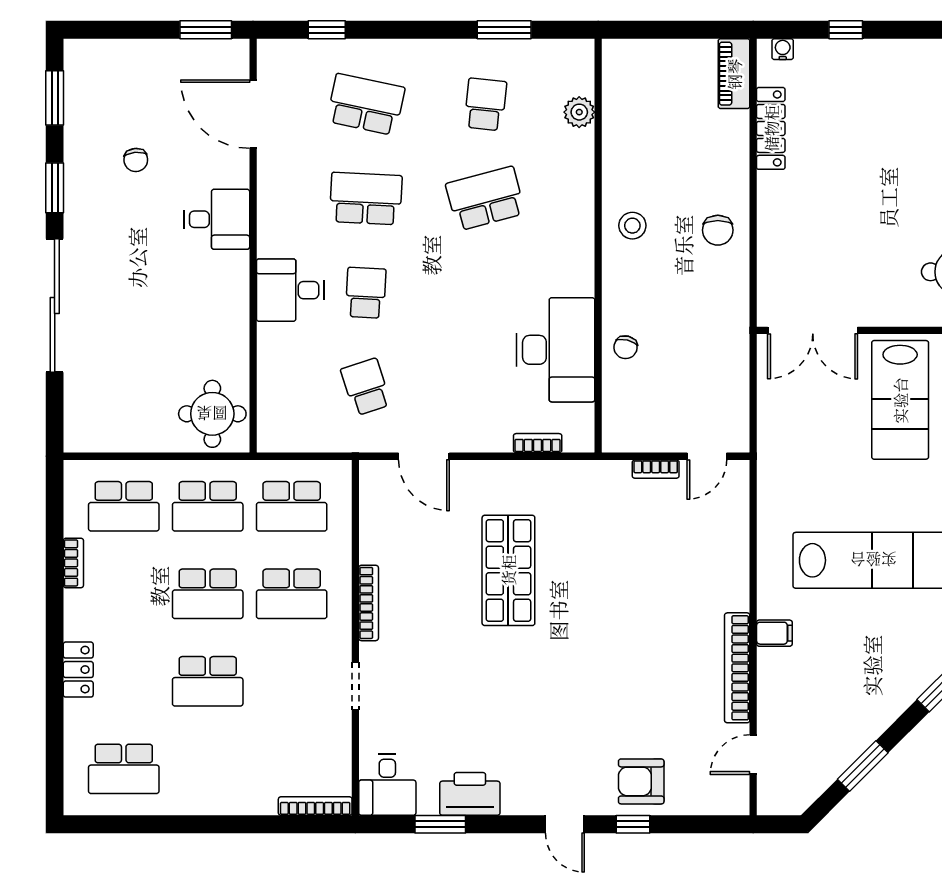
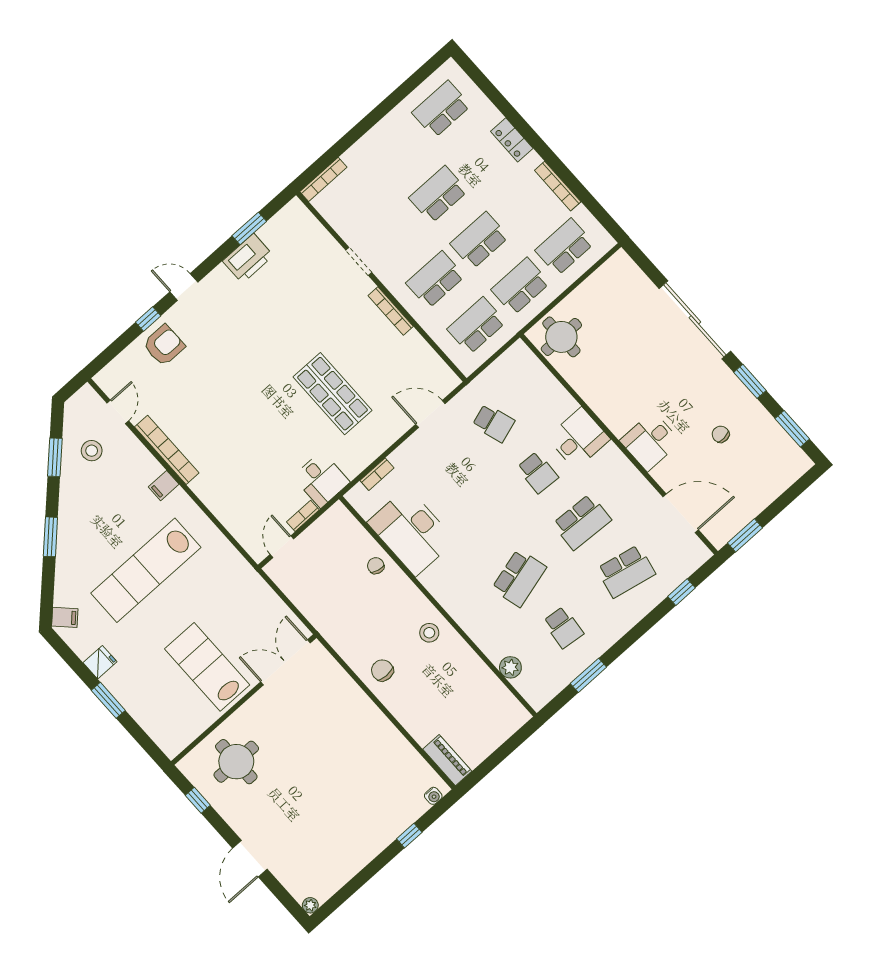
locker: (771, 128) -> (402, 749), removed
bookcase: (73, 563) -> (558, 186), width x1.56
stool: (818, 738) -> (92, 451), added
desk: (387, 785) -> (321, 479), moved, turned 180

